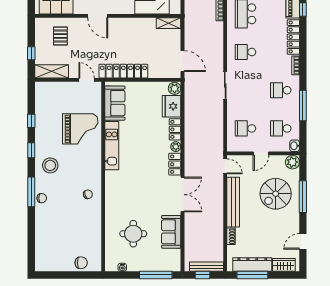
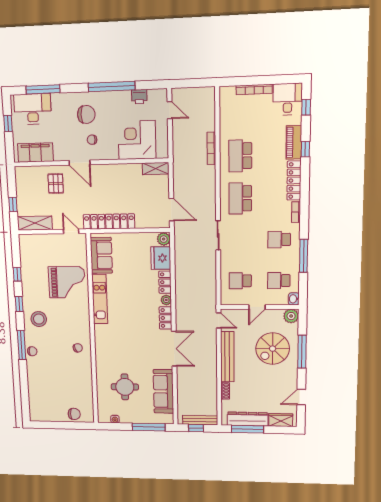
pallet: (60, 36) -> (56, 184), moved
school desk: (246, 52) -> (240, 198), width x1.85
sofa: (171, 232) -> (163, 391), width x1.36

